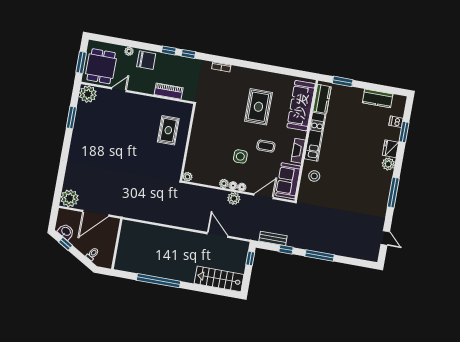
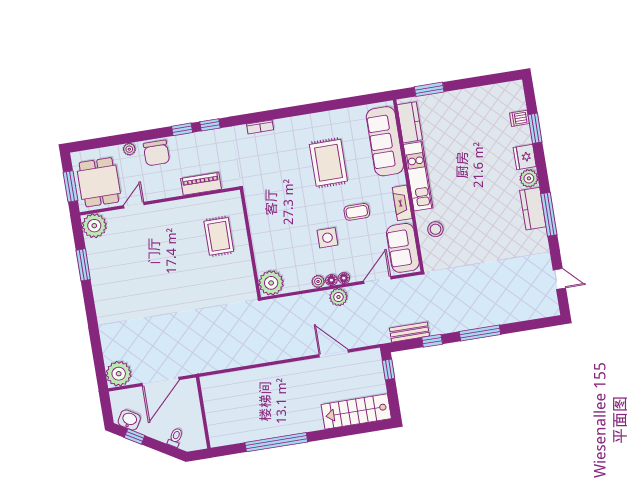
chair: (146, 60) -> (156, 153), turned 90
kitchen counter: (378, 98) -> (533, 209), moved, turned 90
plant: (187, 177) -> (271, 283), width x1.87, depth x1.87

